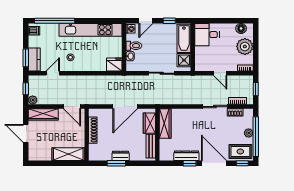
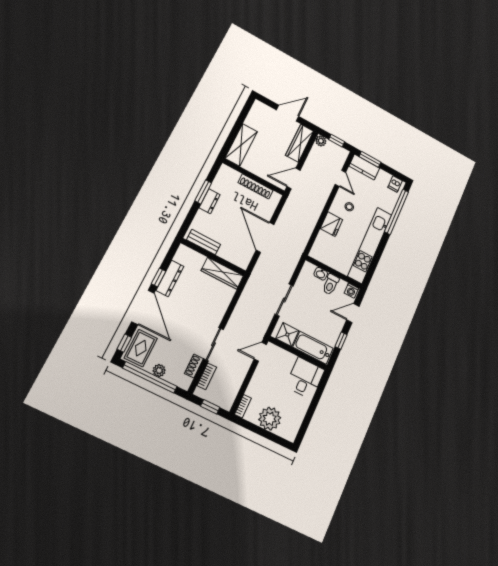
door: (146, 21) -> (353, 313), hinge flipped
floor lamp: (241, 28) -> (294, 425), removed
fridge: (114, 64) -> (331, 224), moved
door: (220, 73) -> (260, 352), moved
wardrobe: (149, 123) -> (232, 255), removed
door: (214, 163) -> (143, 307), hinge flipped

